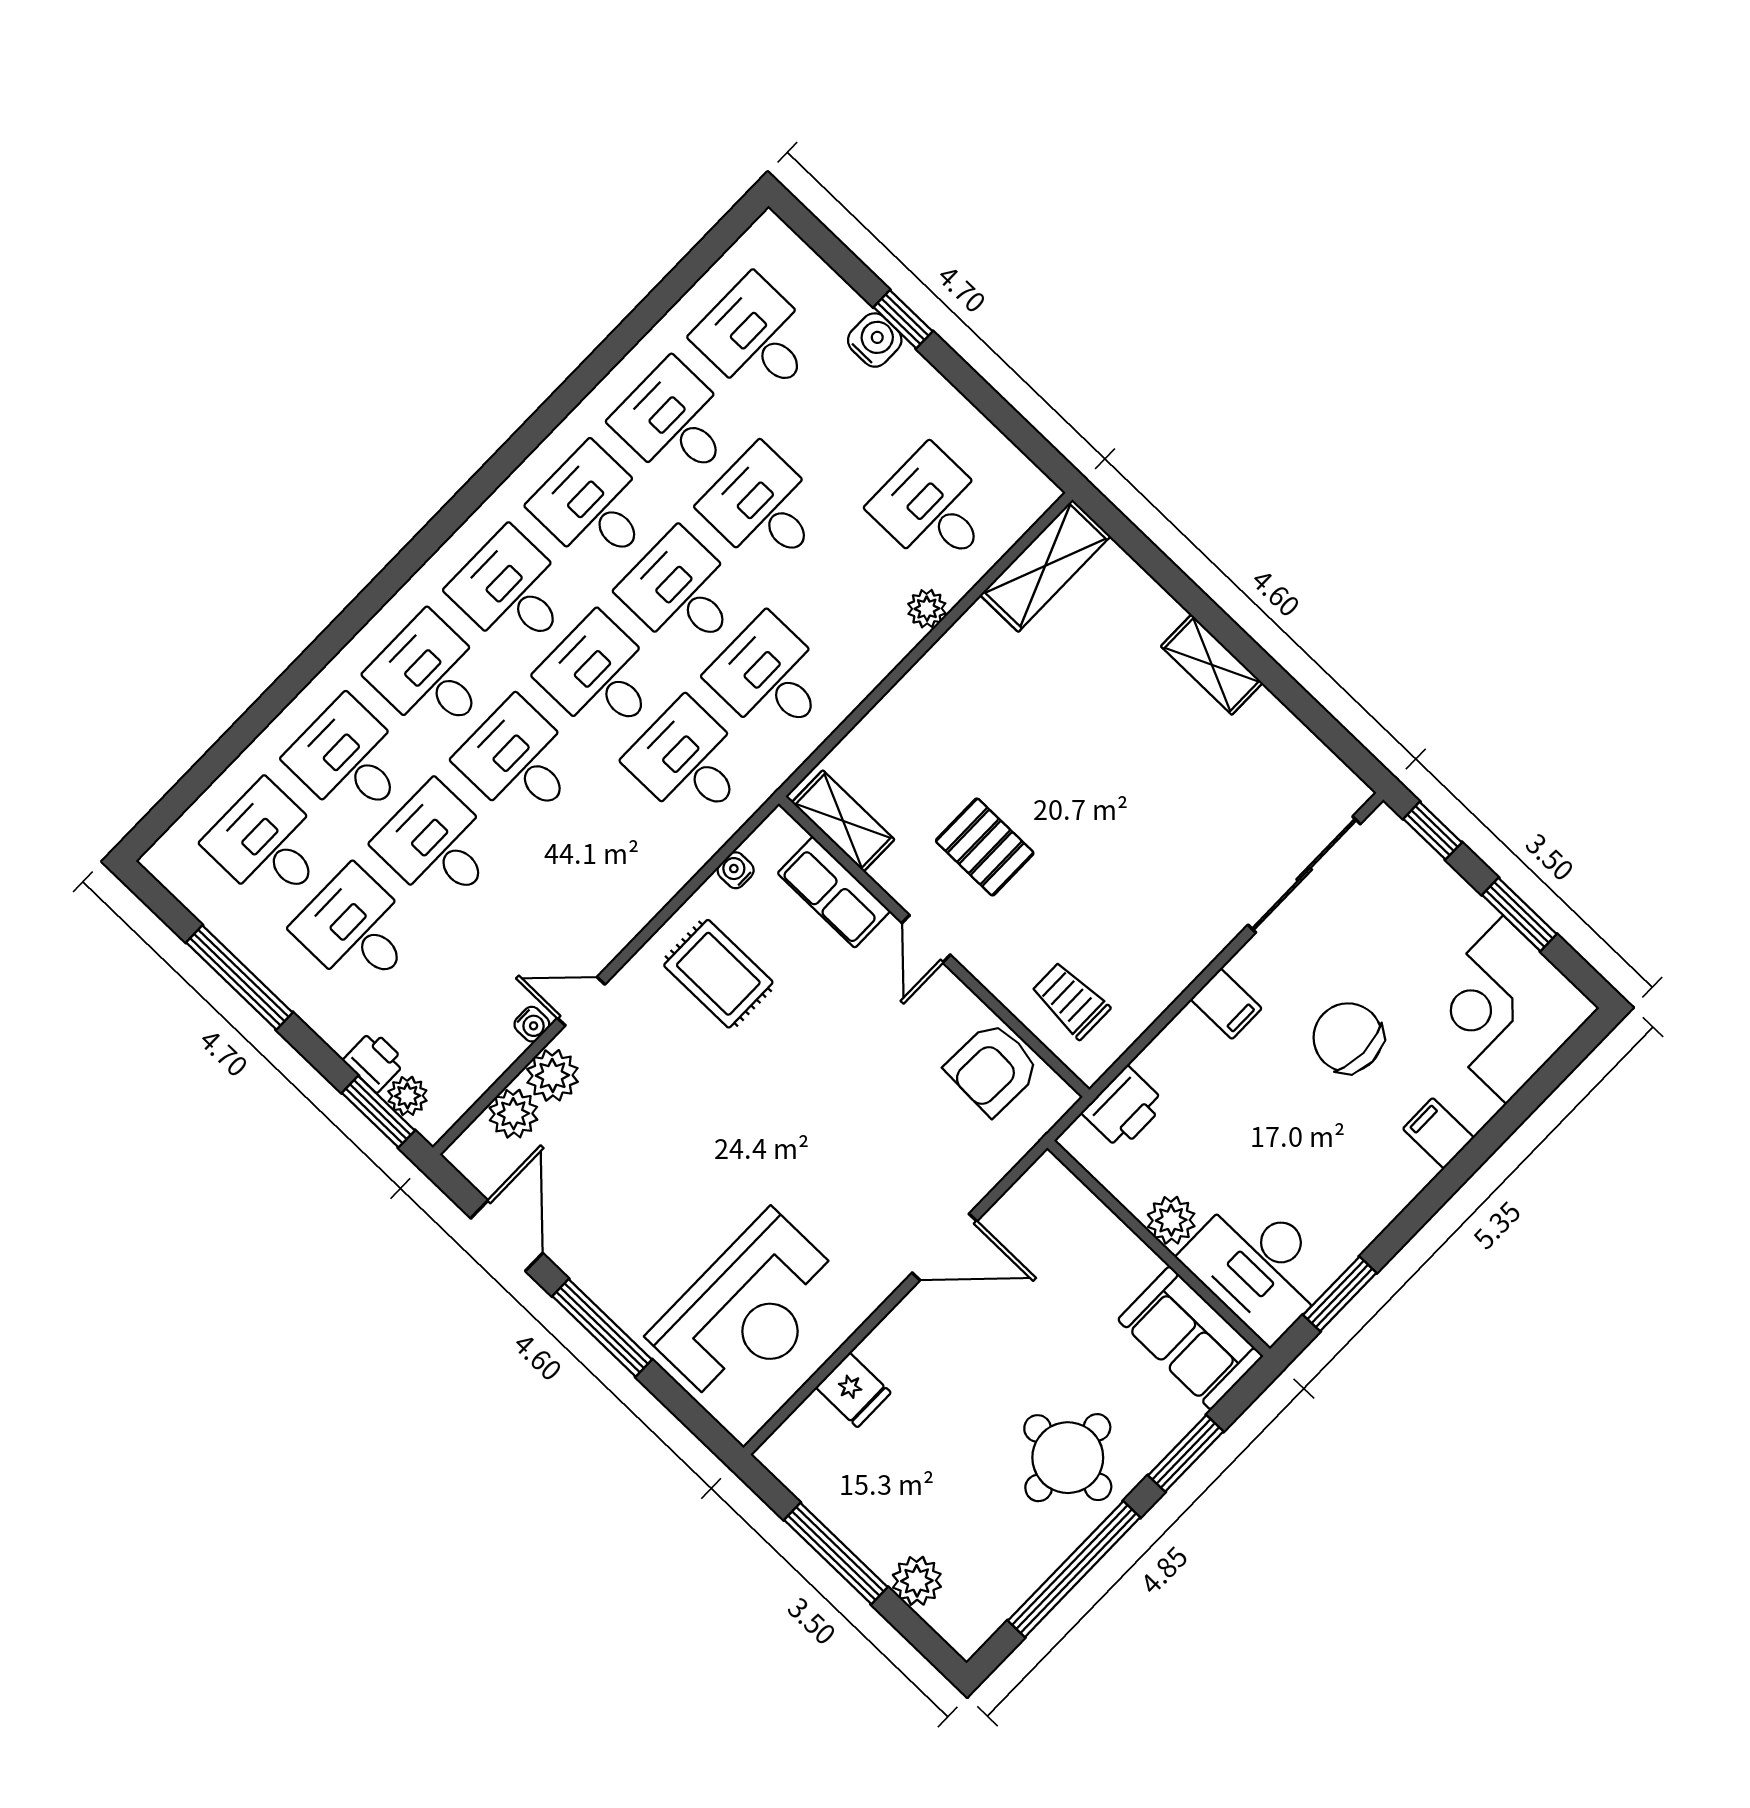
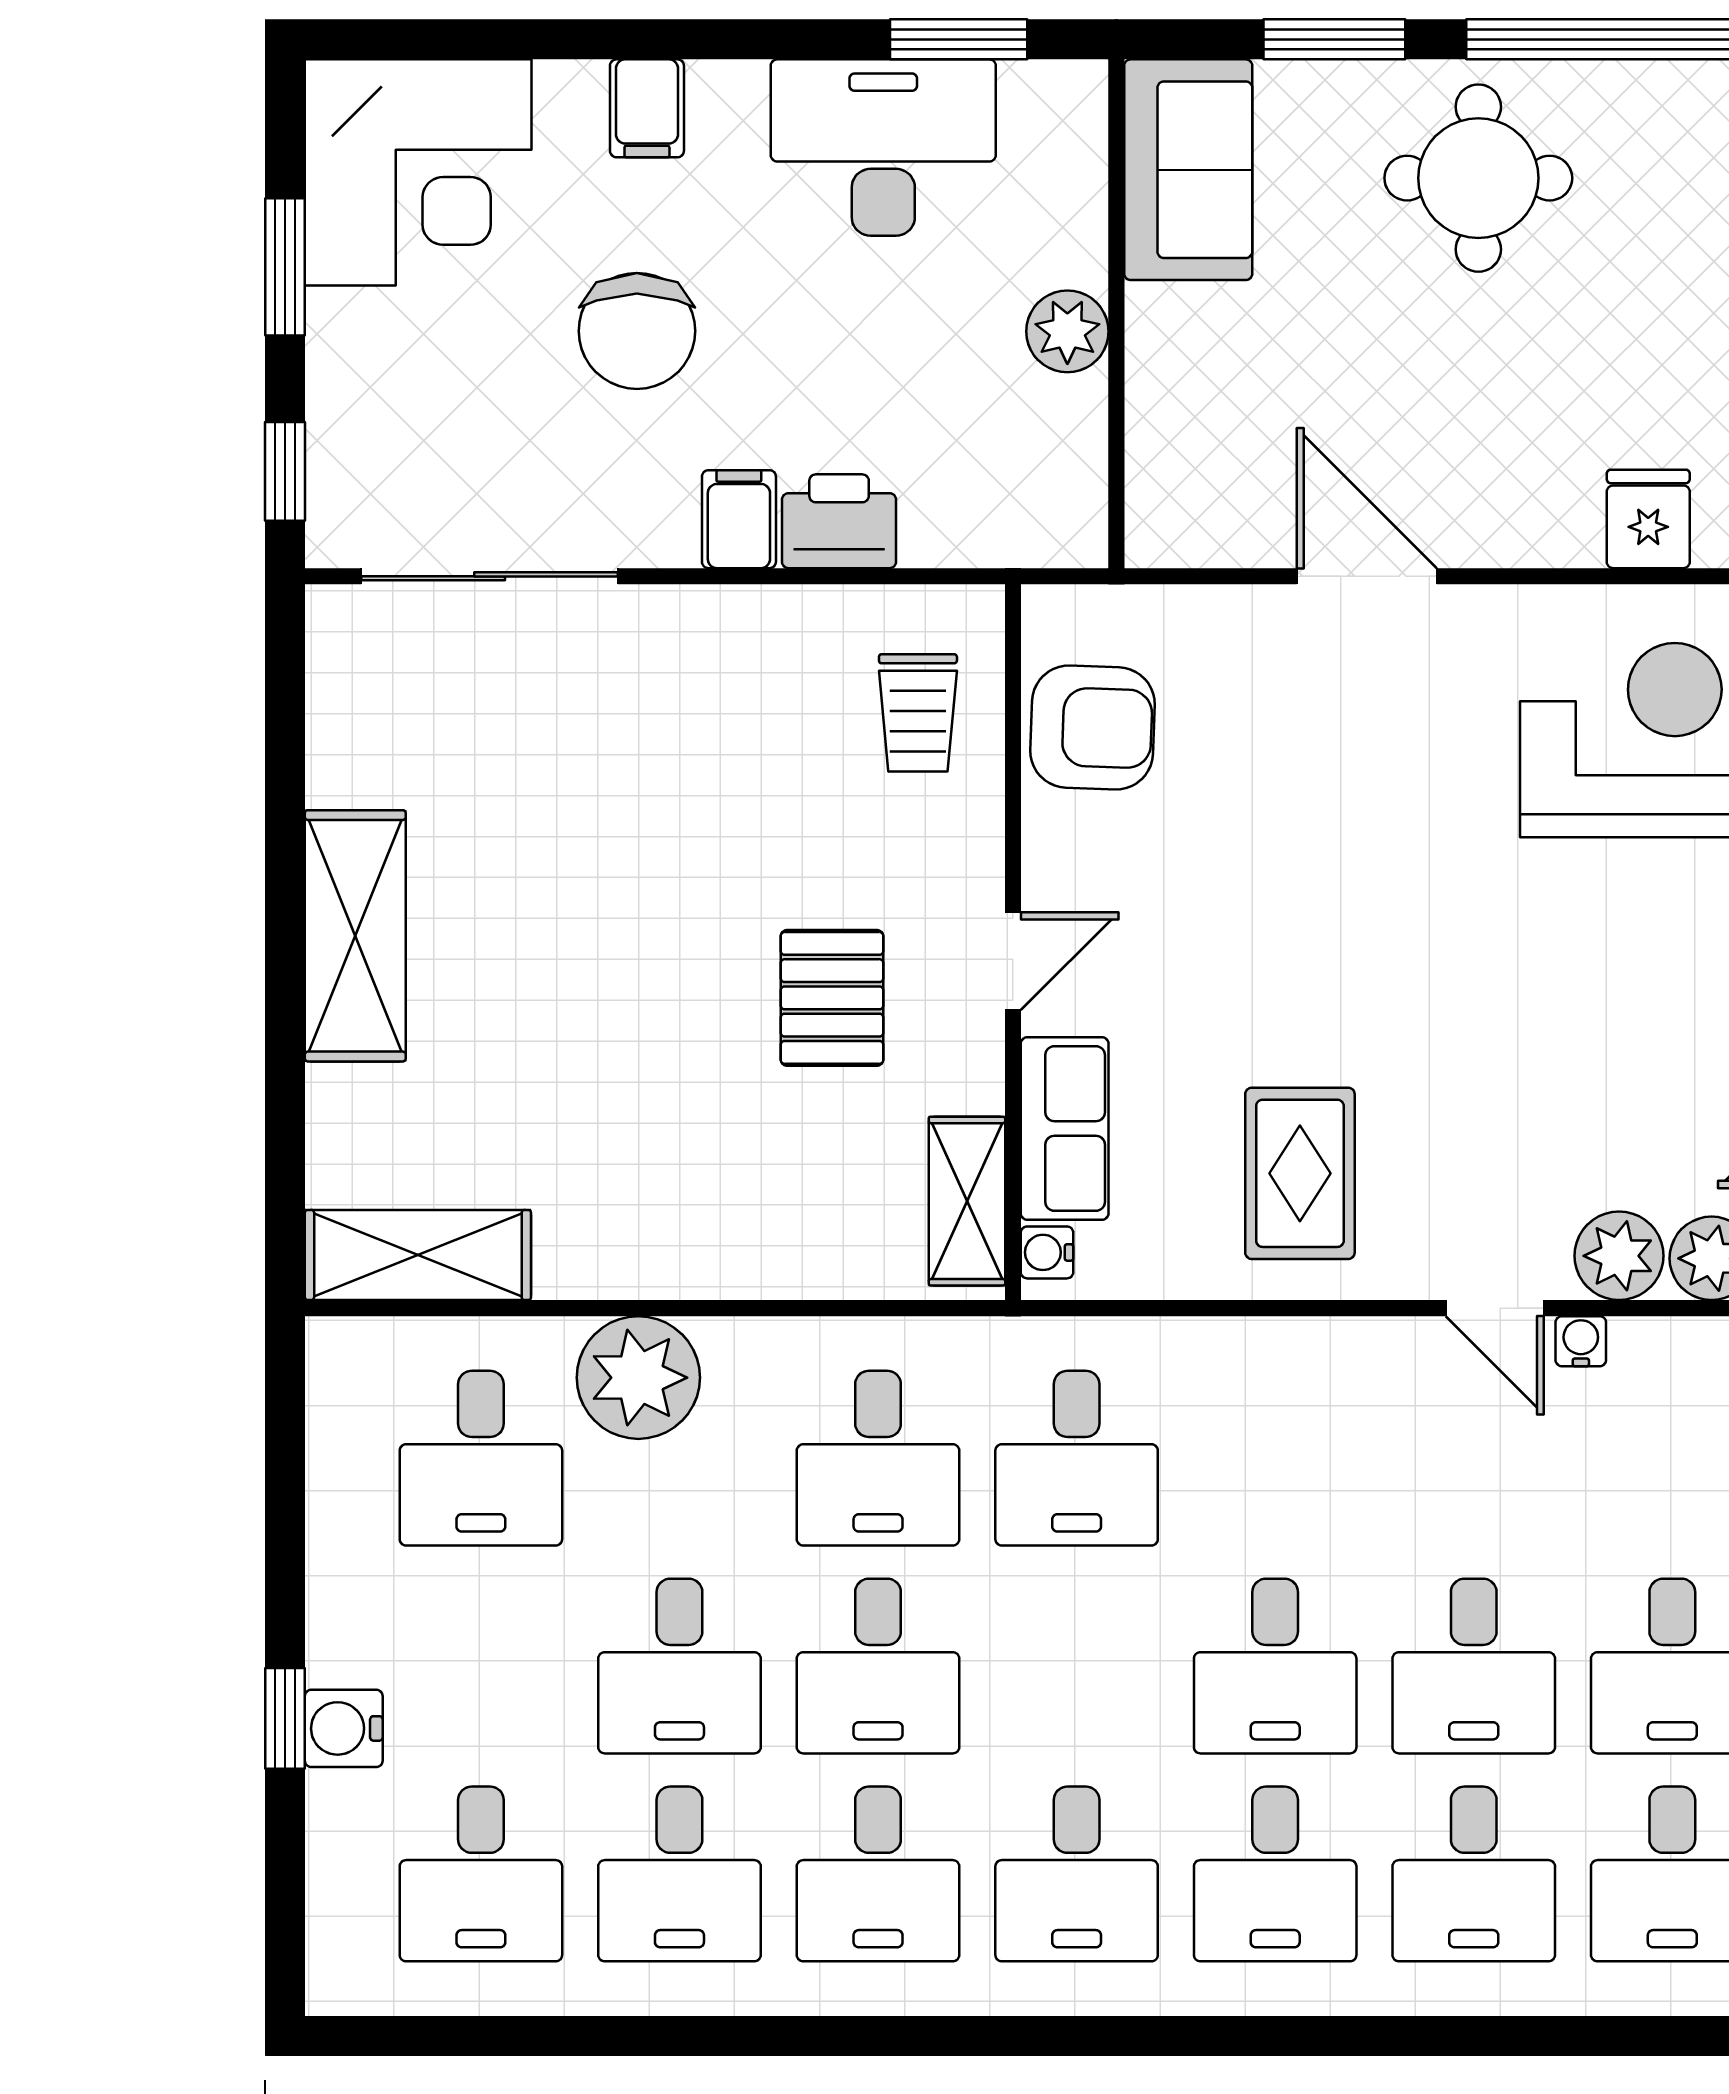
plant: (927, 609) -> (638, 1378), width x1.88, depth x1.88
shelving: (1212, 665) -> (355, 936), width x1.50, depth x1.33
desk: (601, 677) -> (1077, 1666), removed
water cooler: (736, 870) -> (1047, 1252), moved, turned 90
printer: (1124, 1108) -> (839, 521), moved
desk: (1258, 1266) -> (883, 148), moved, turned -90

